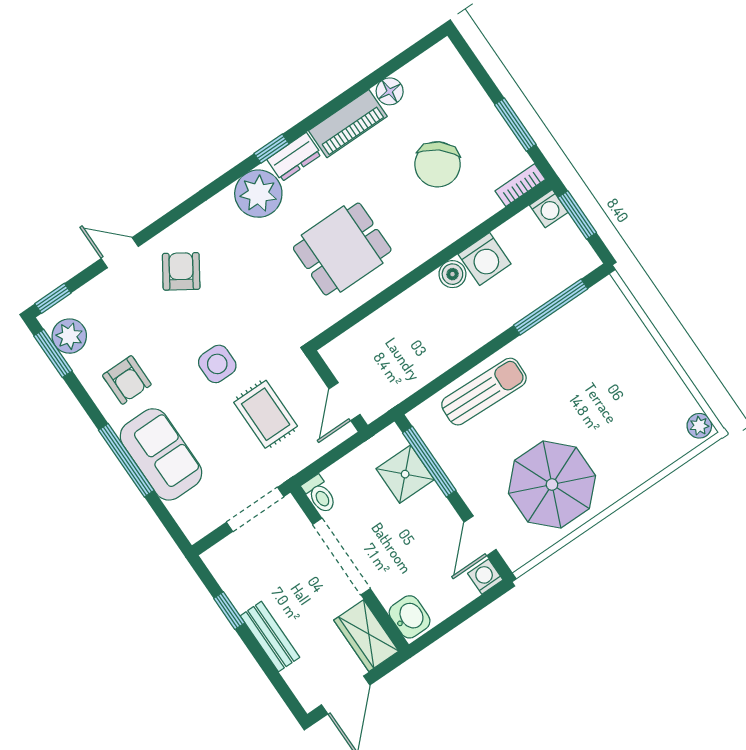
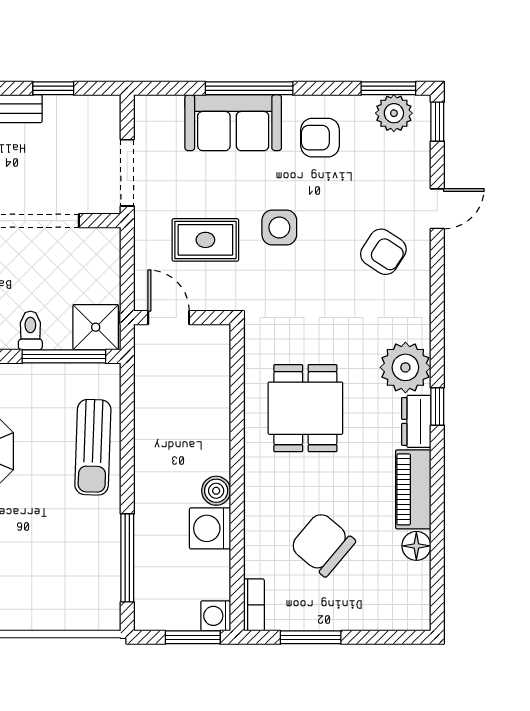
shower: (405, 474) -> (96, 327), moved
toilet: (320, 494) -> (30, 330), moved, turned 90

